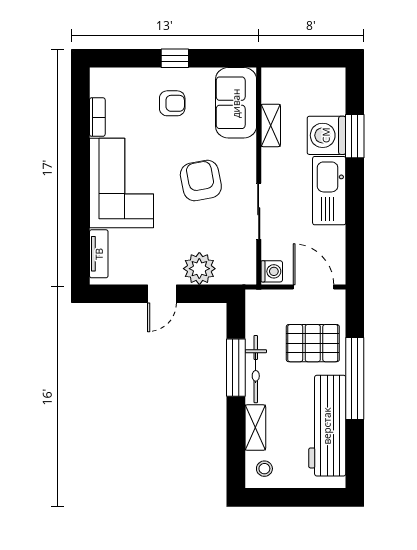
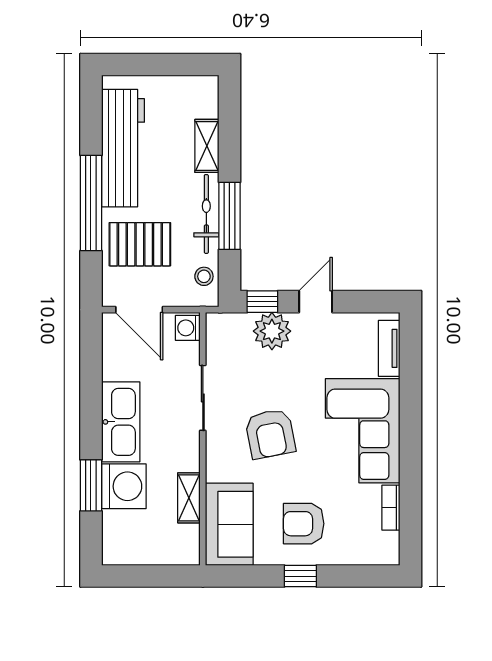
armchair: (172, 103) -> (304, 524), width x1.38, depth x1.38
window: (208, 294) -> (262, 302), added
stool: (264, 469) -> (204, 276), moved

